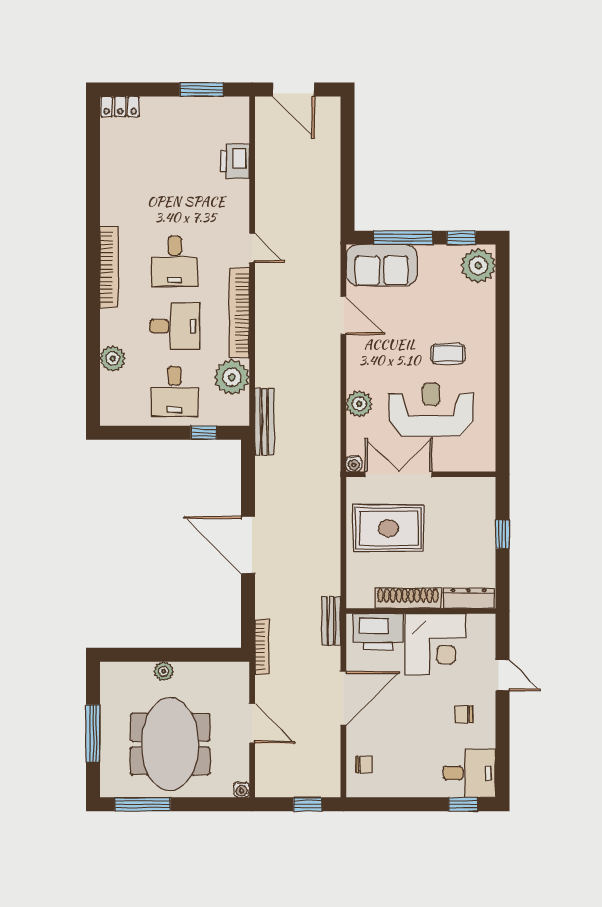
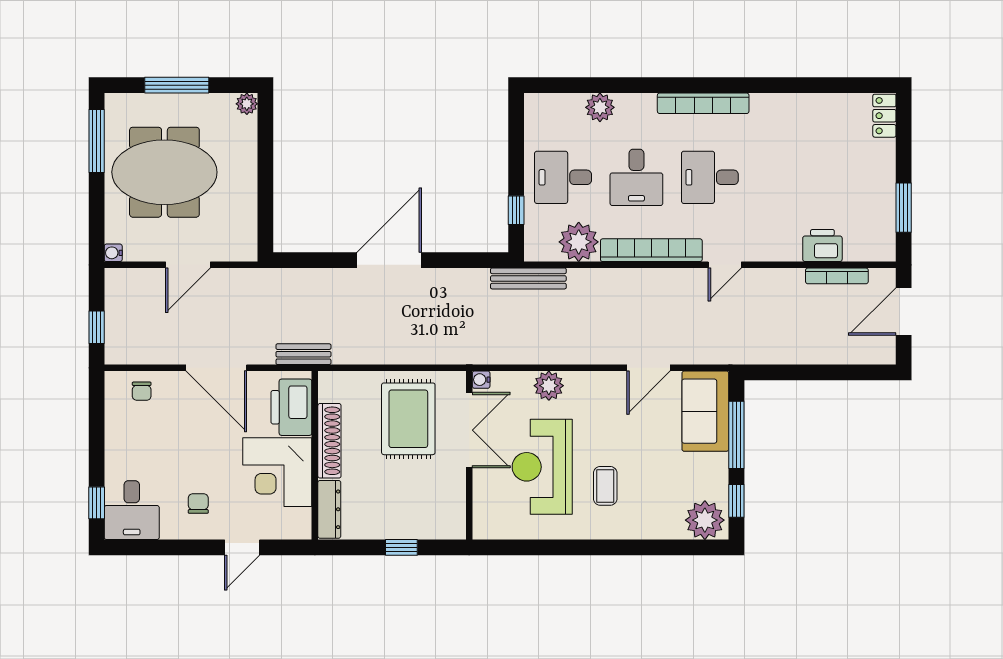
reception desk: (431, 410) -> (542, 467), turned 180
bookcase: (262, 647) -> (837, 276), moved
plant: (164, 671) -> (247, 104), moved

